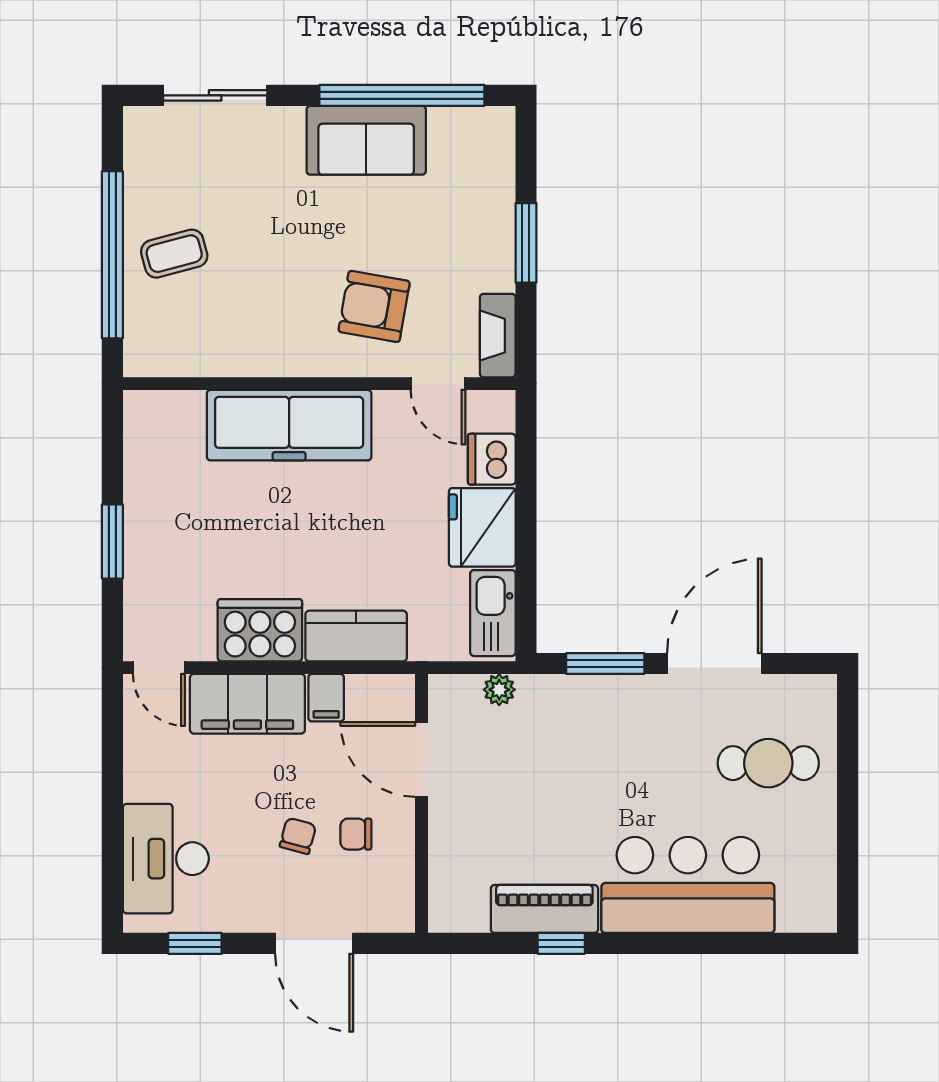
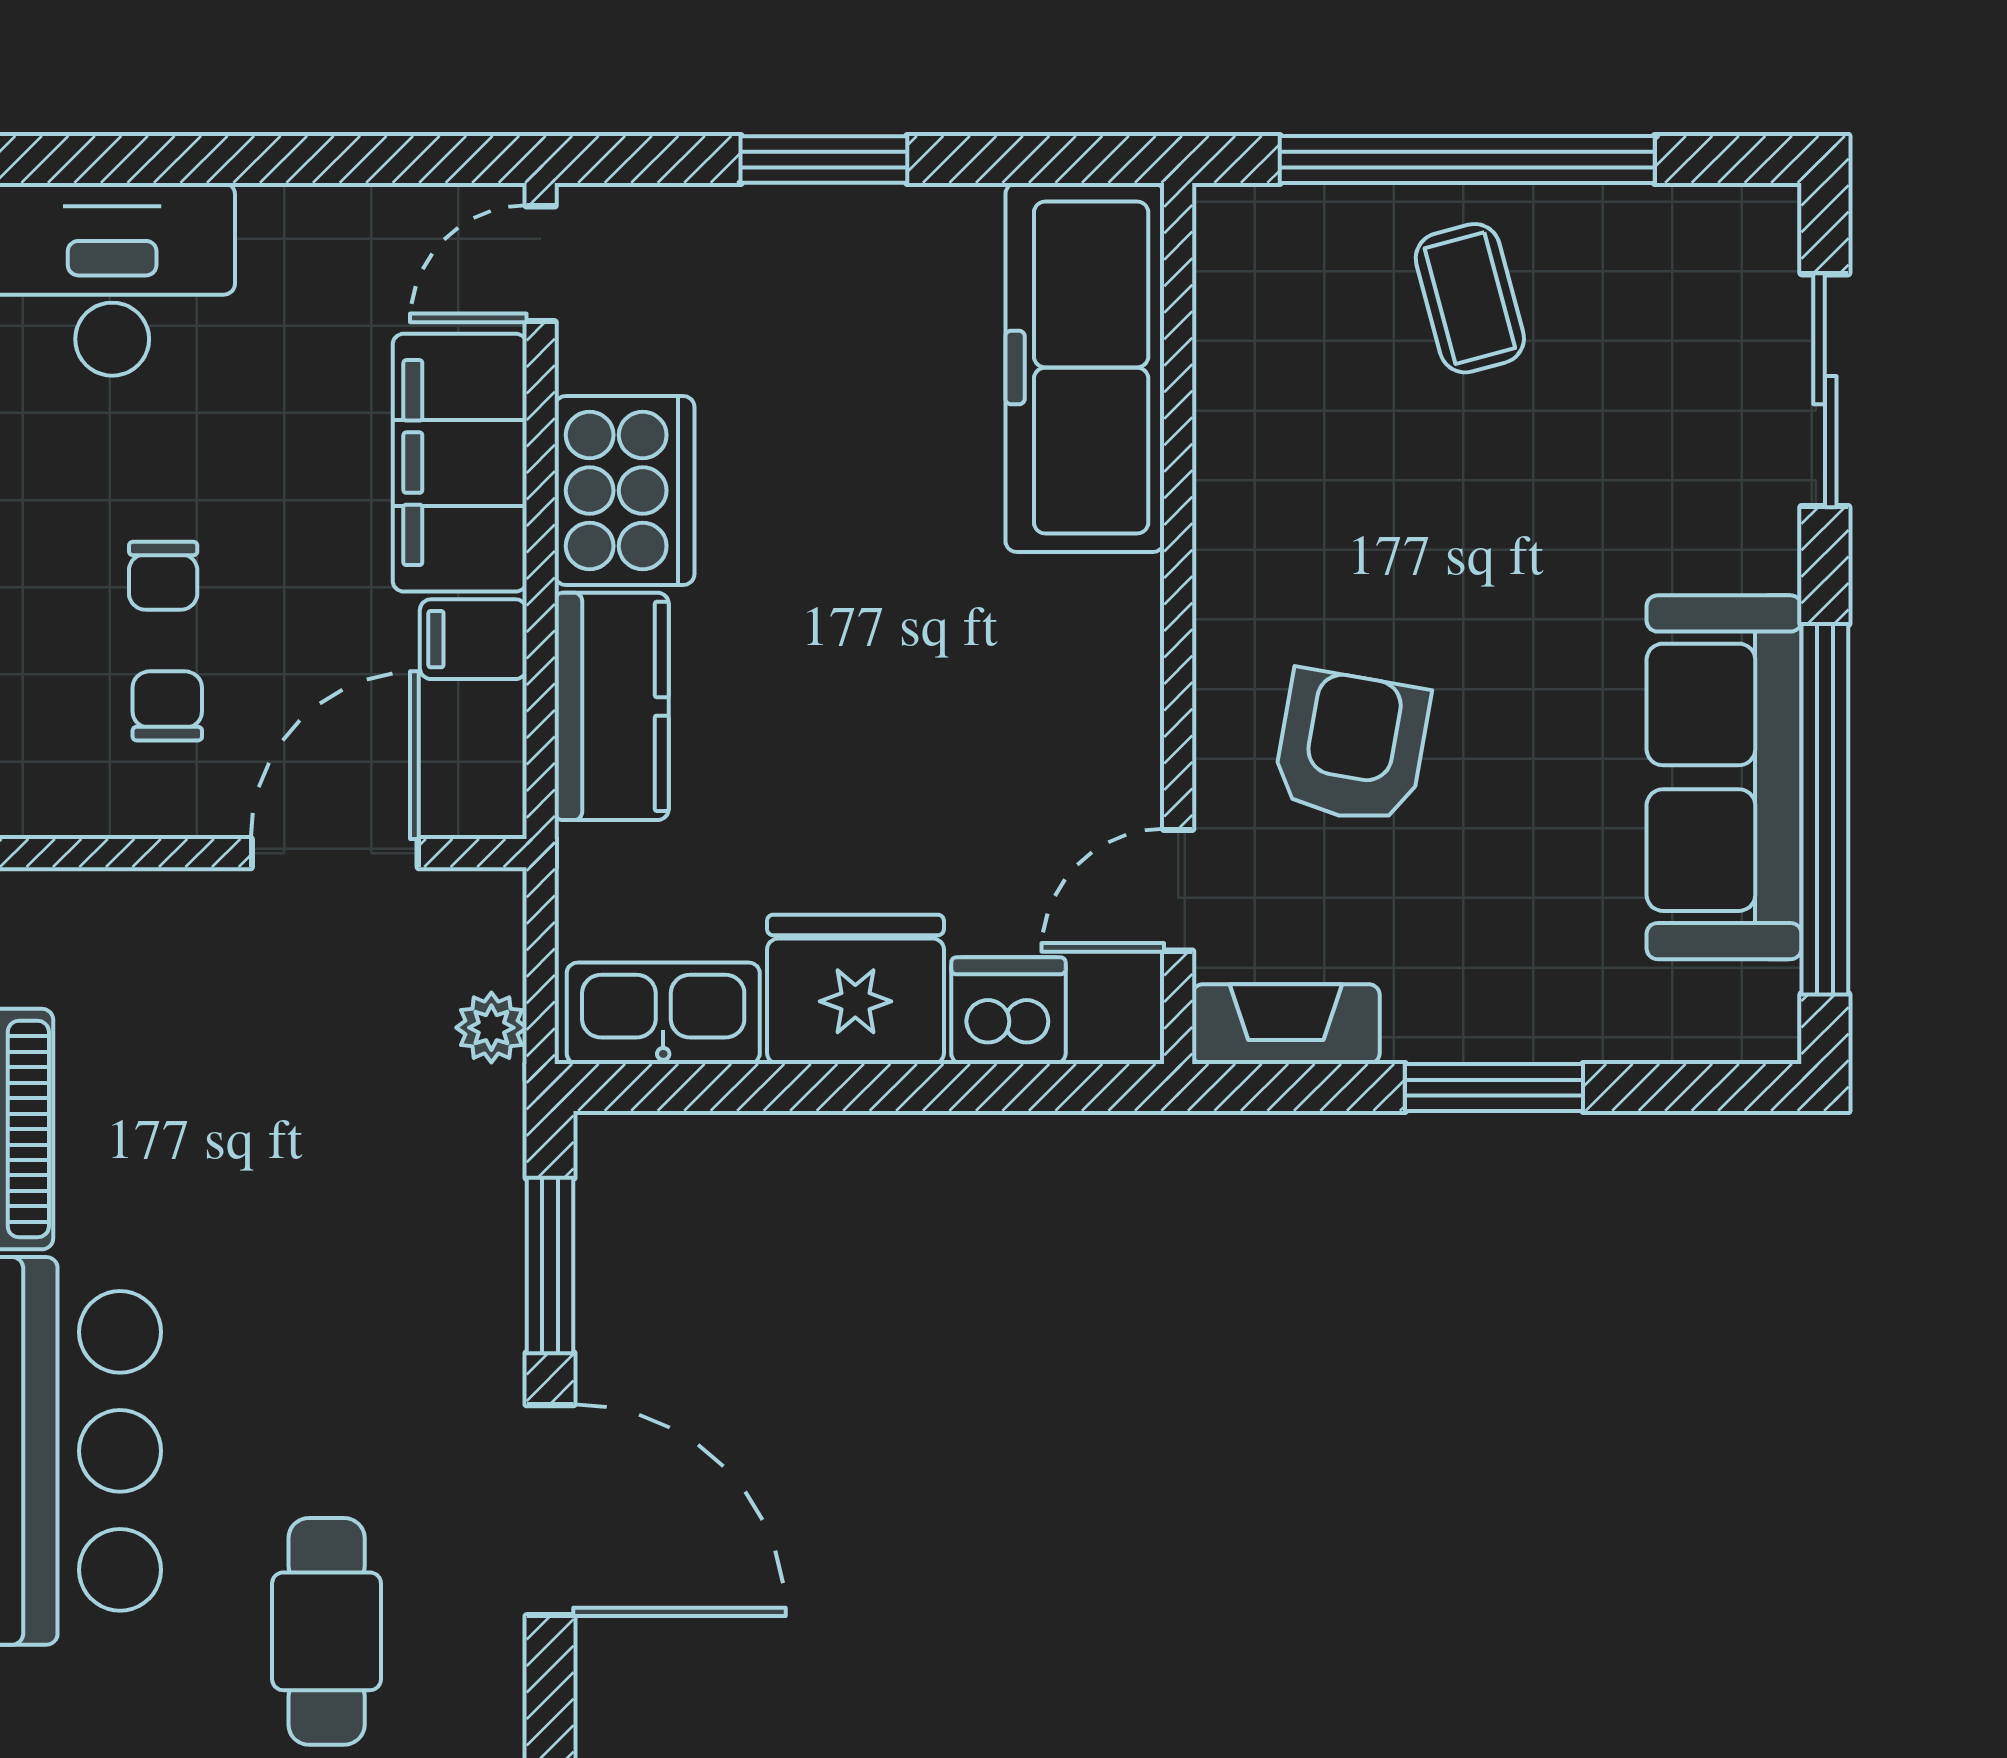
sofa: (366, 140) -> (1724, 777), width x1.36
freezer: (289, 425) -> (1085, 368), moved
chair: (298, 836) -> (163, 576), turned 75

